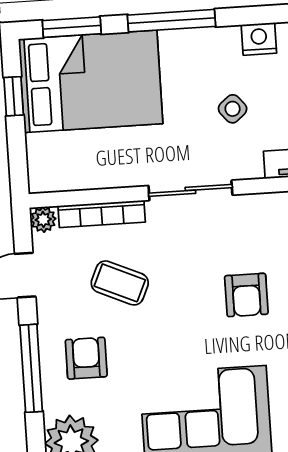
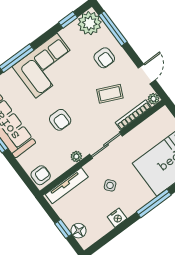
plant: (261, 205) -> (76, 156), added
armchair: (246, 295) -> (60, 120), turned 180
window: (31, 368) -> (113, 28), moved

